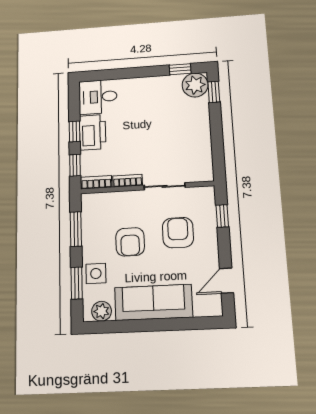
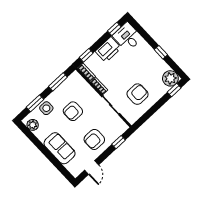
window: (180, 69) -> (161, 52), moved
window: (74, 131) -> (114, 29), moved
armchair: (180, 141) -> (138, 94), added
armchair: (178, 233) -> (94, 139), moved, turned 180
door: (227, 281) -> (92, 167), swing flipped
sofa: (153, 302) -> (60, 148), width x0.73

